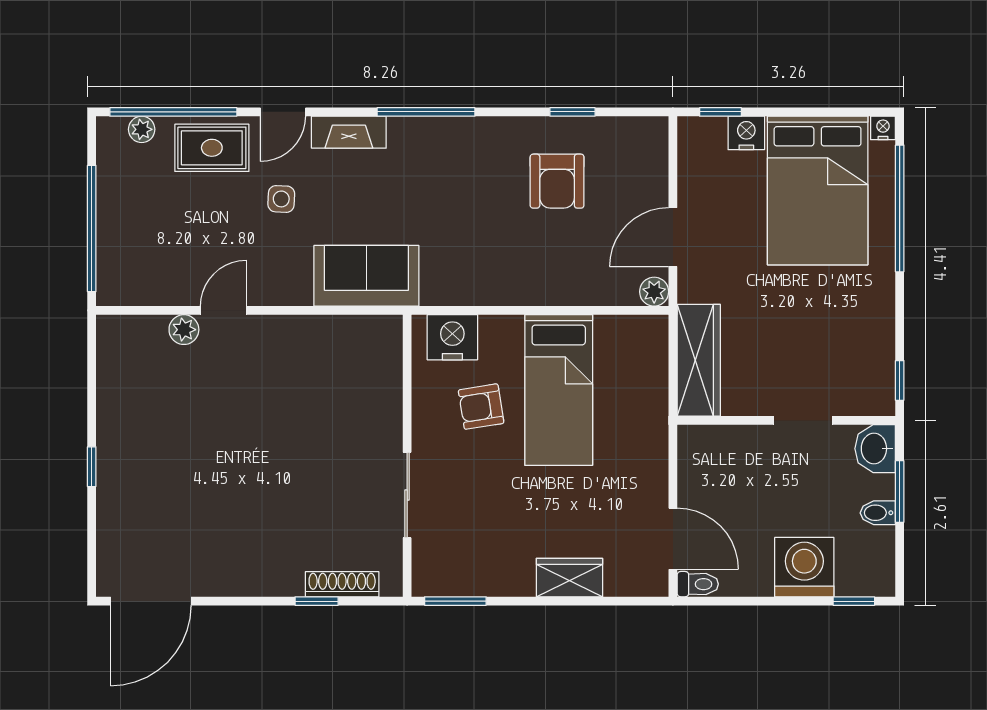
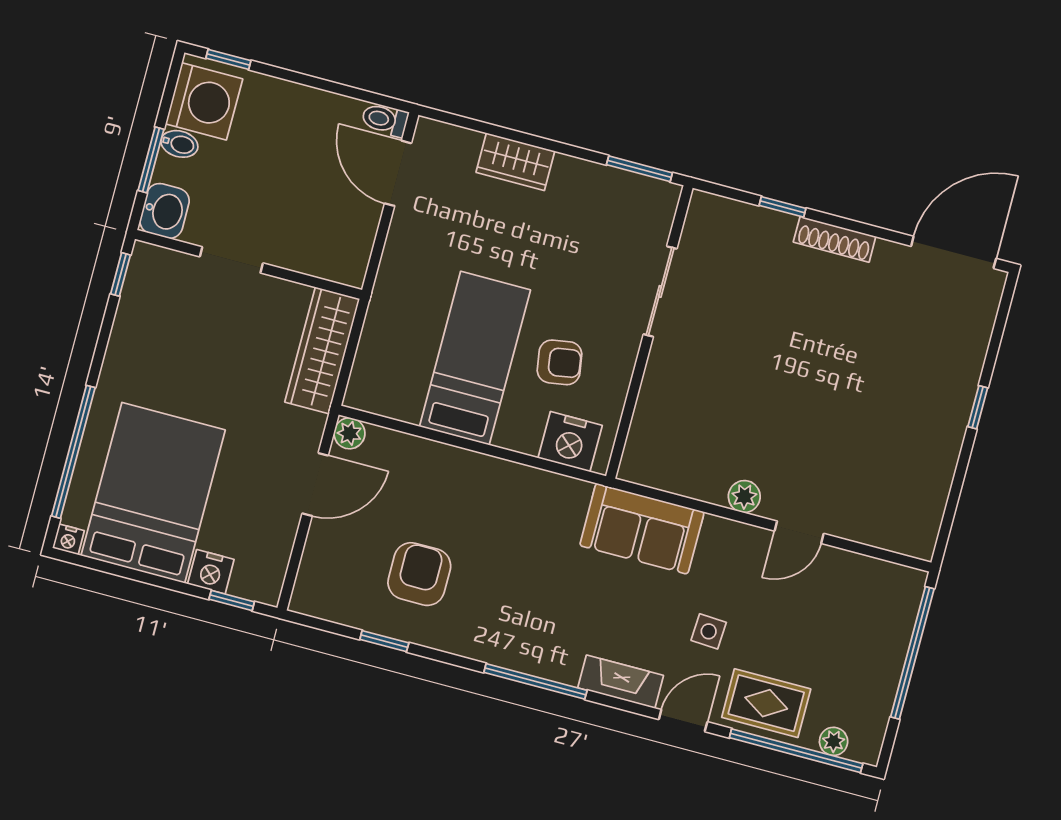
plant: (184, 330) -> (744, 497), moved
washing machine: (804, 567) -> (204, 101), moved, turned -90
shoe rack: (342, 584) -> (835, 239), moved

